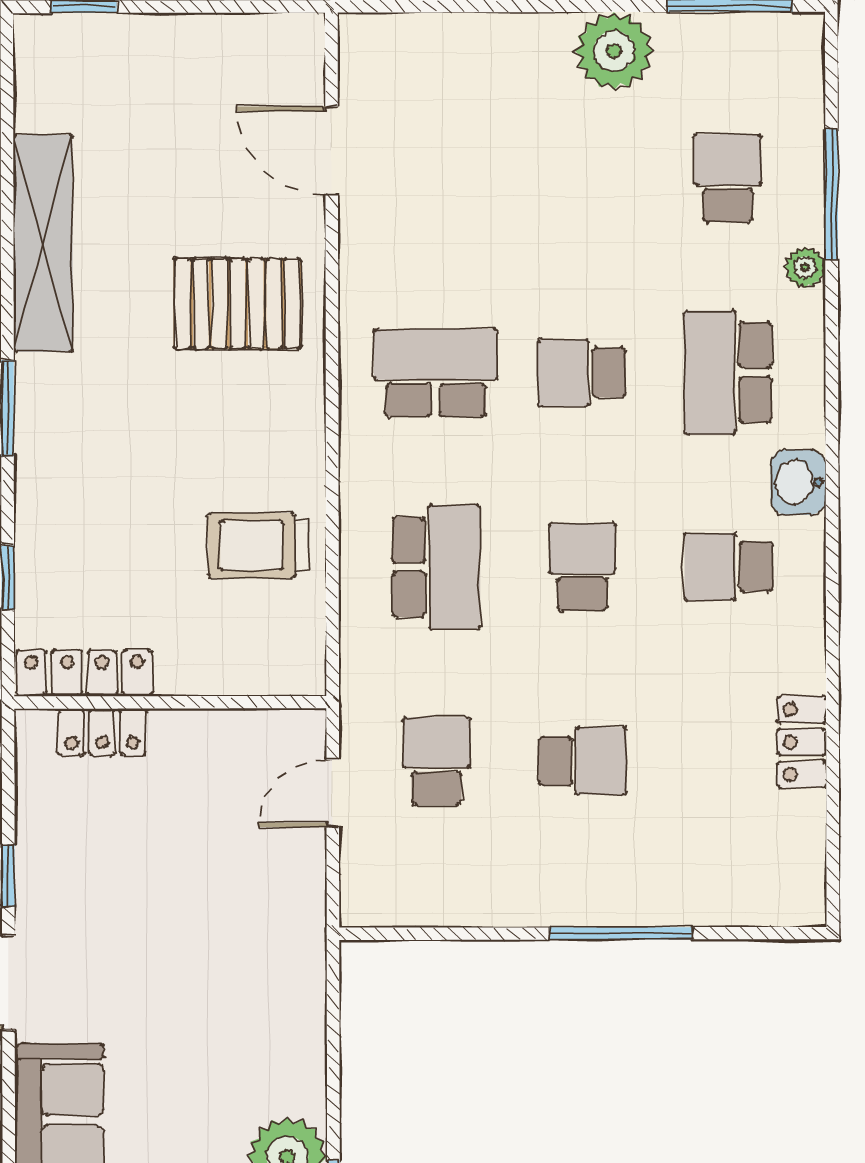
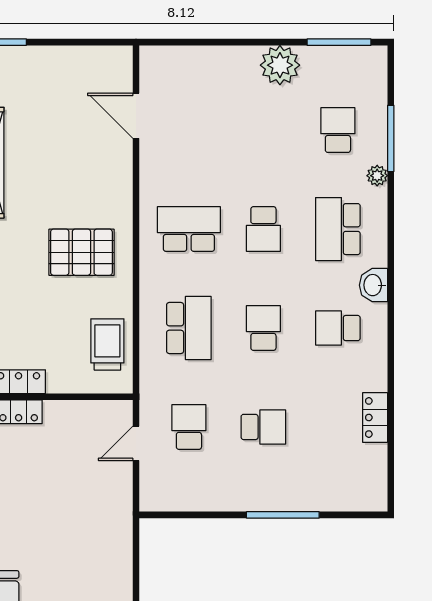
pallet: (237, 303) -> (81, 252), moved
school desk: (582, 373) -> (263, 229), turned -90
trolley: (259, 546) -> (107, 344), moved, turned 90

